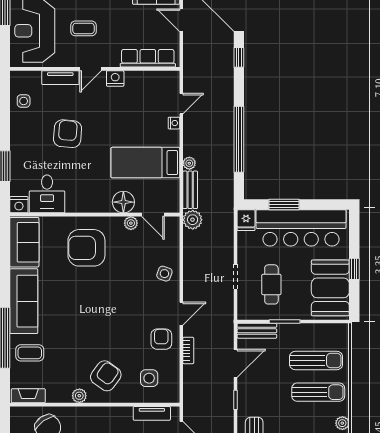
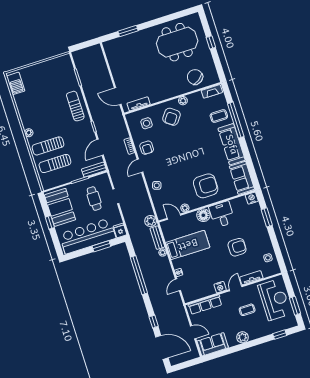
armchair: (68, 134) -> (237, 247), turned -95
desk: (47, 194) -> (222, 214), moved
floor lamp: (123, 202) -> (203, 215), moved

